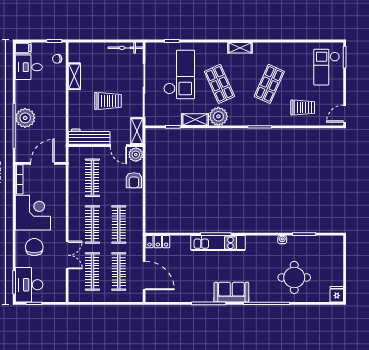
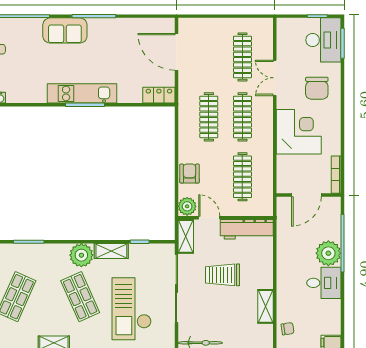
desk: (29, 67) -> (324, 283), moved
corner desk: (33, 213) -> (299, 132), moved, turned 180
clothes rail: (119, 271) -> (209, 57), removed

